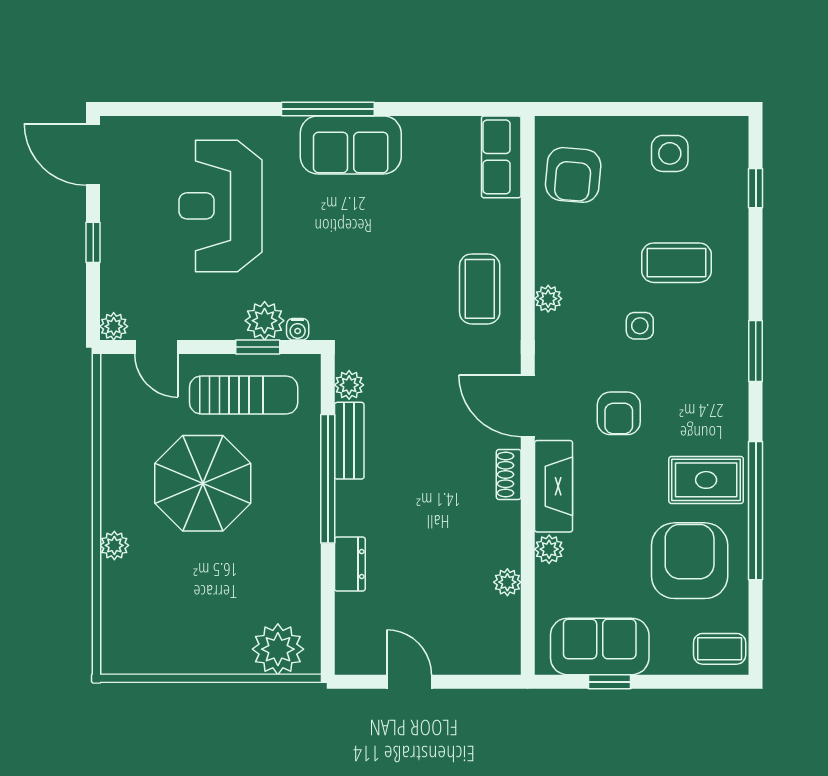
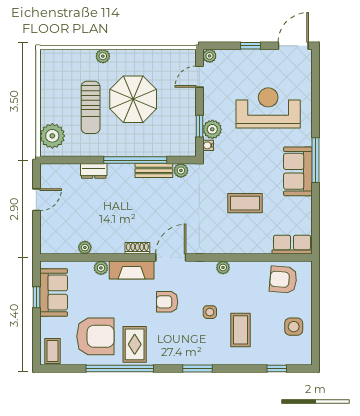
coffee table: (480, 289) -> (245, 203), moved
sun lounger: (244, 395) -> (91, 107), moved

